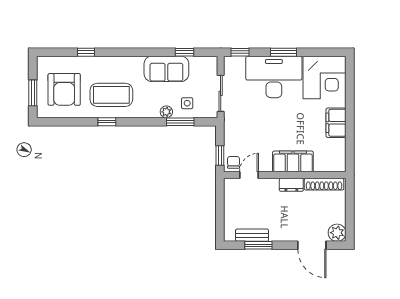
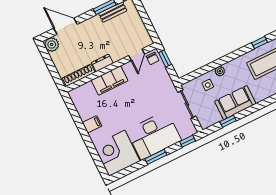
window: (180, 122) -> (206, 69), removed
filing cabinet: (336, 123) -> (92, 124), width x0.50

